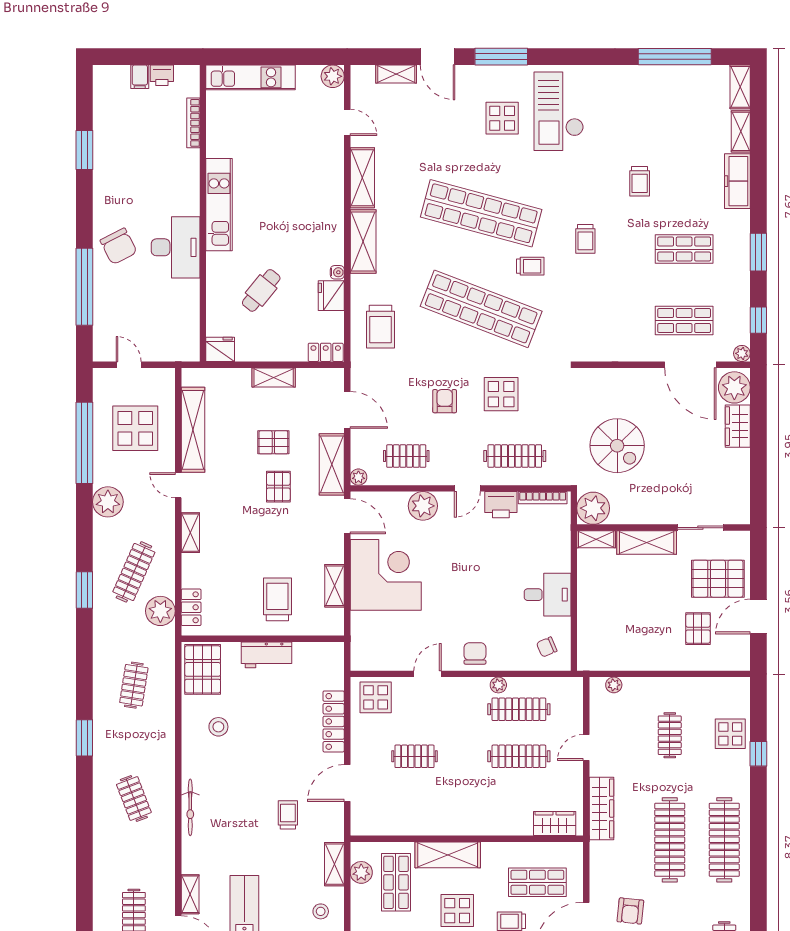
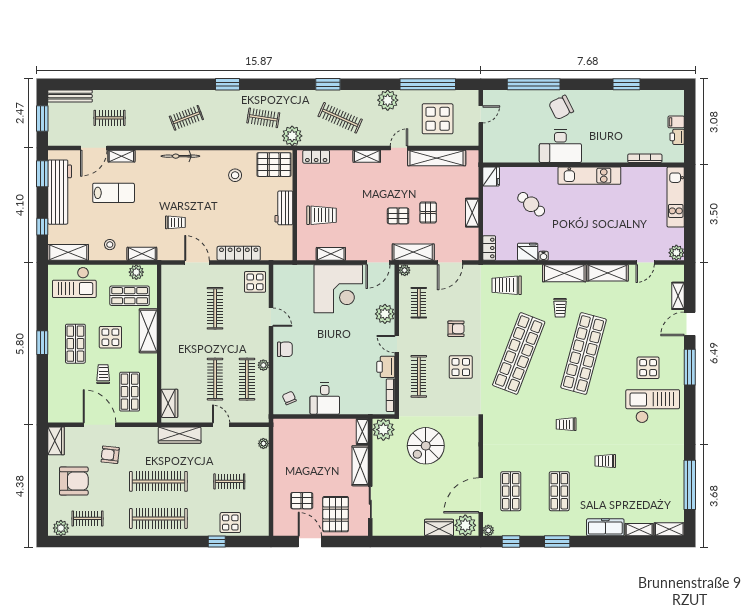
trolley: (530, 266) -> (560, 308), moved
plant: (160, 611) -> (292, 136), moved
clothes rail: (414, 756) -> (215, 308), width x1.36

